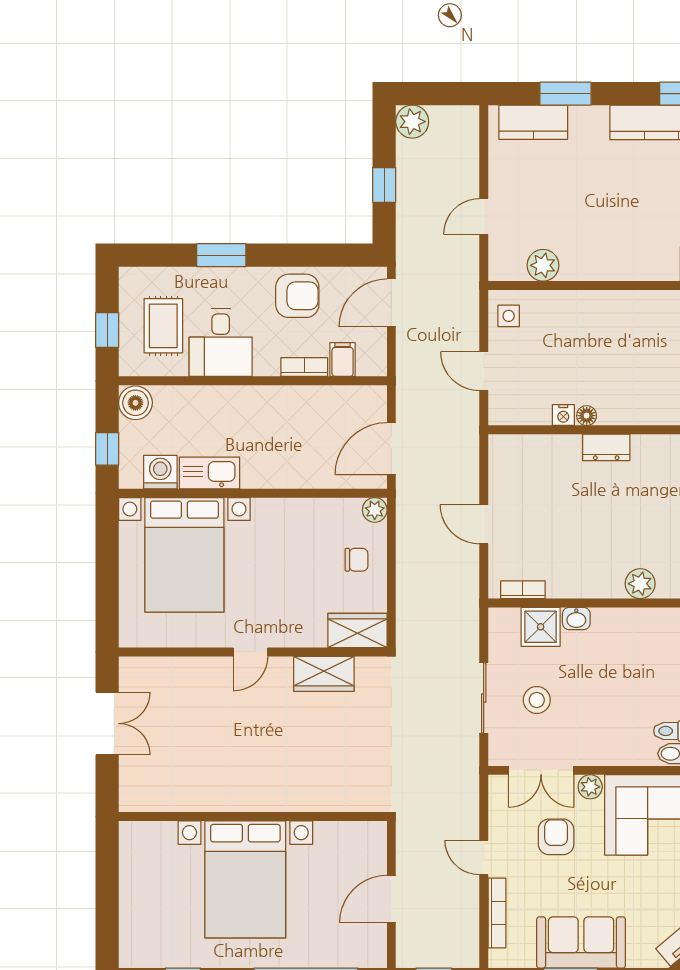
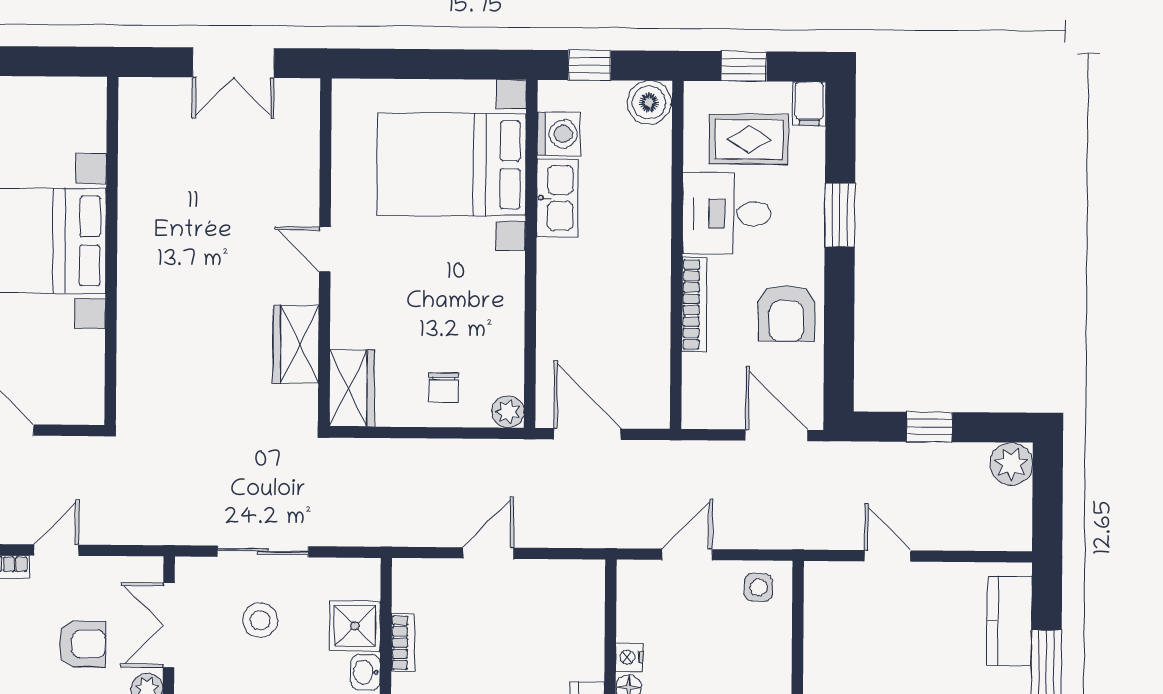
plant: (543, 265) -> (824, 632), removed
filing cabinet: (343, 360) -> (809, 104), moved, turned 90
bookcase: (304, 367) -> (694, 305), width x1.56
bookcase: (523, 590) -> (403, 643), moved

